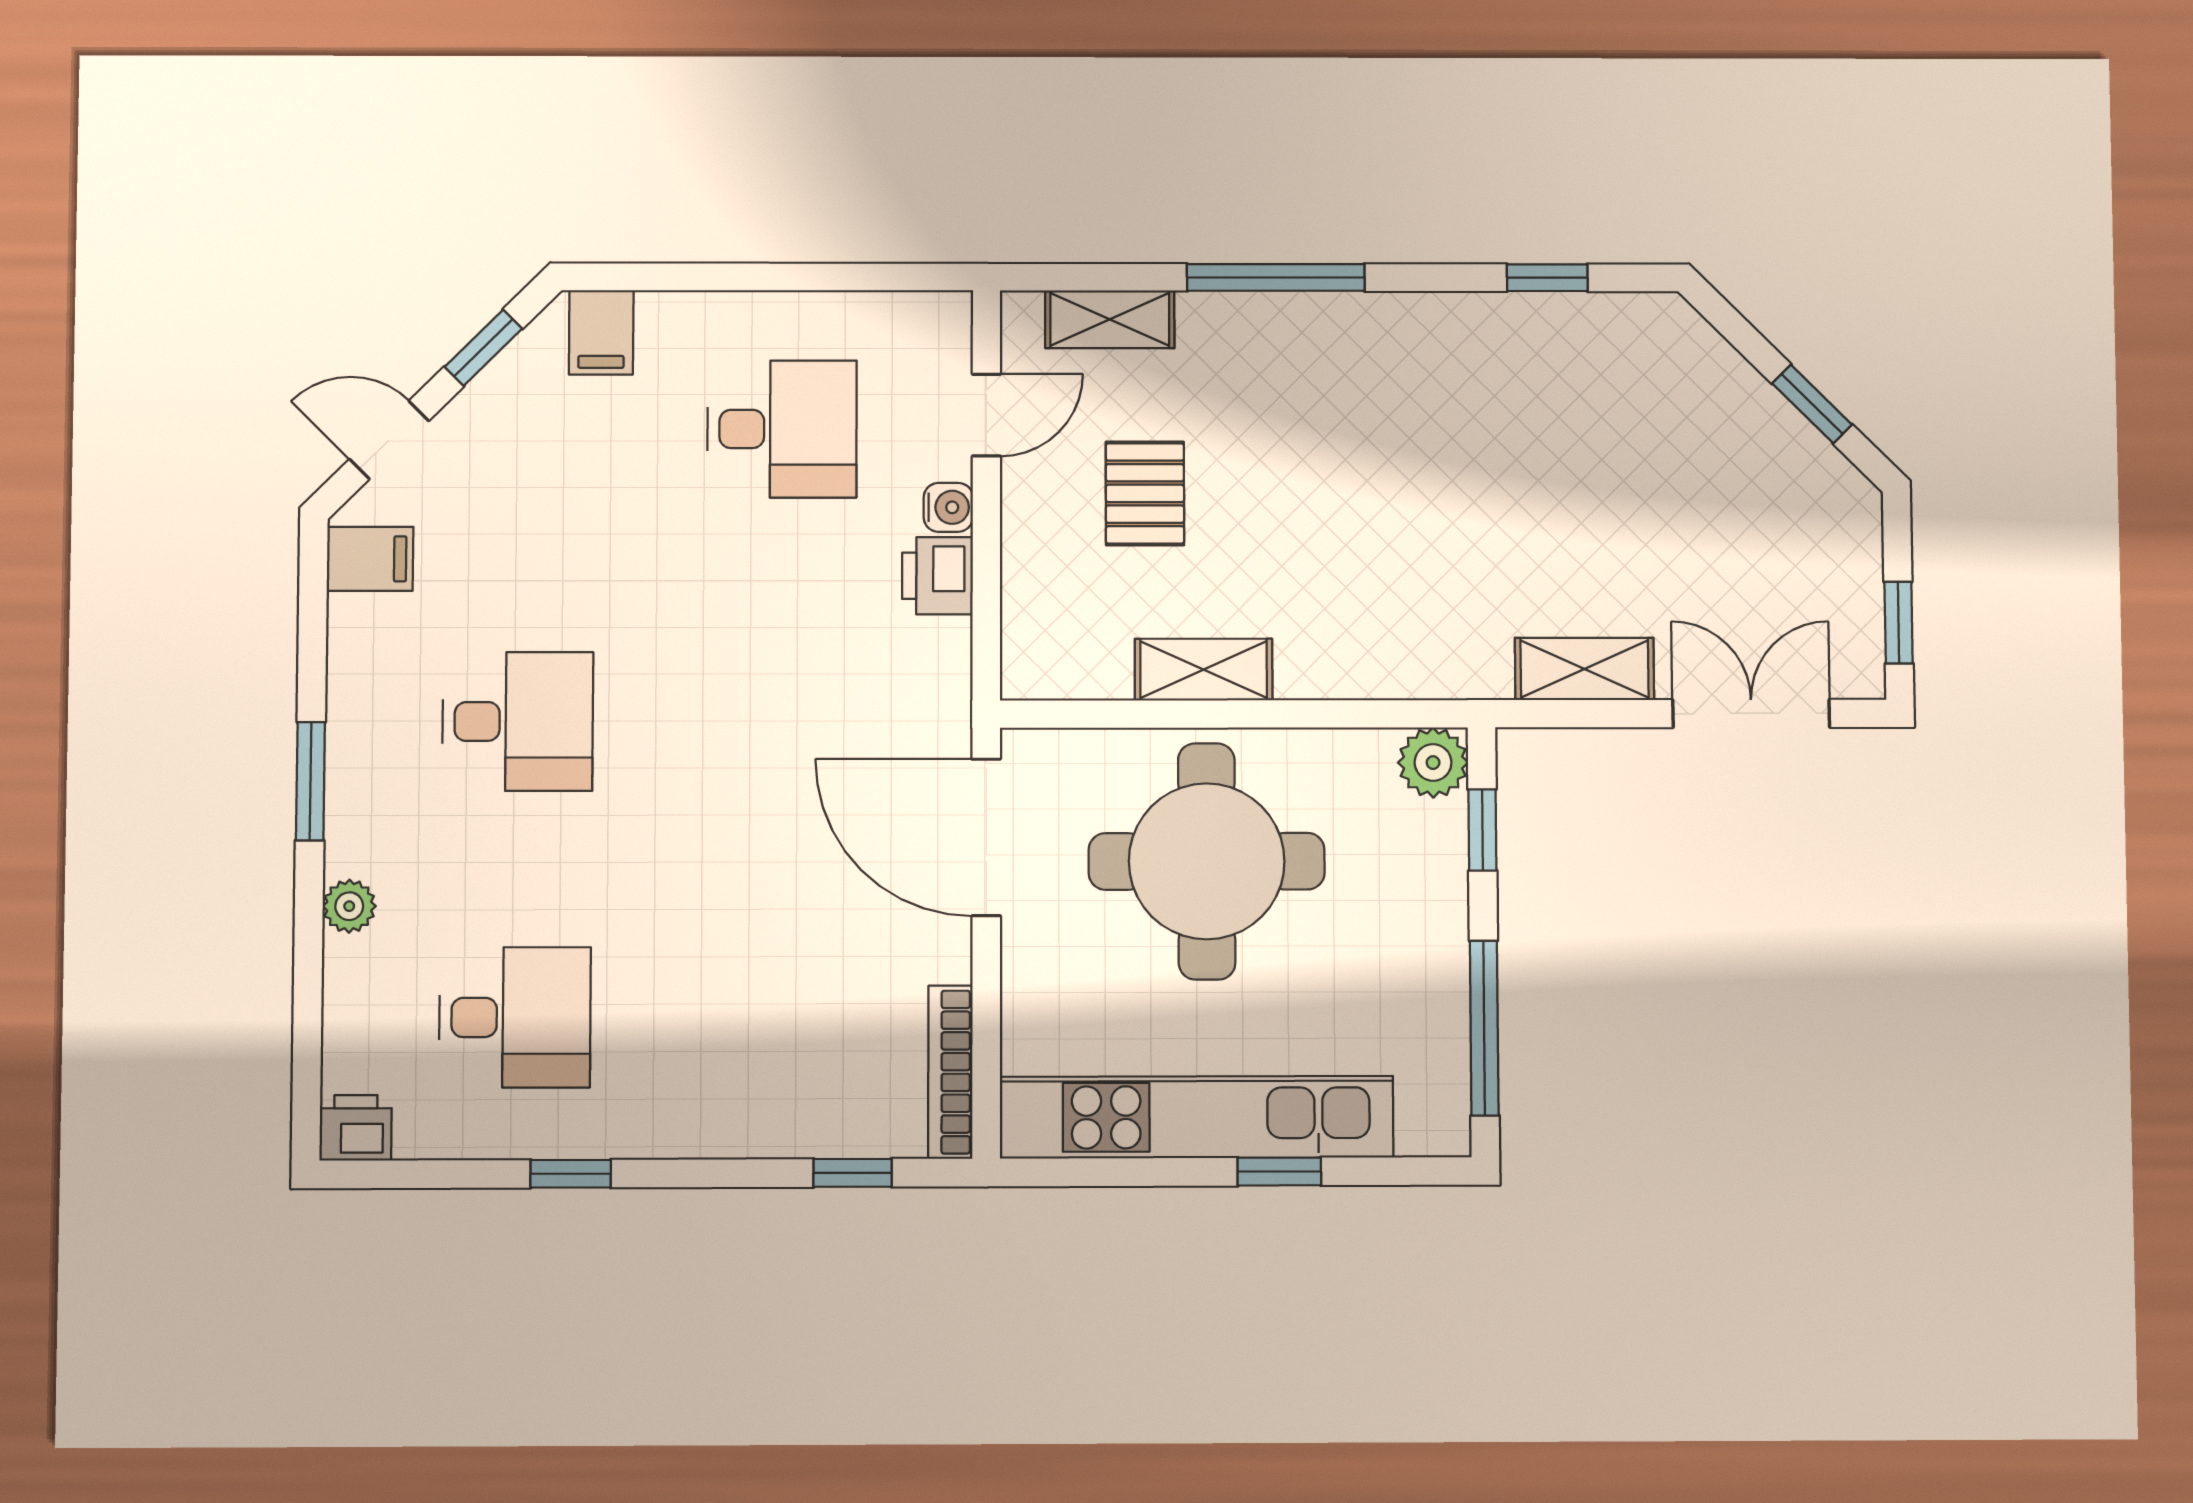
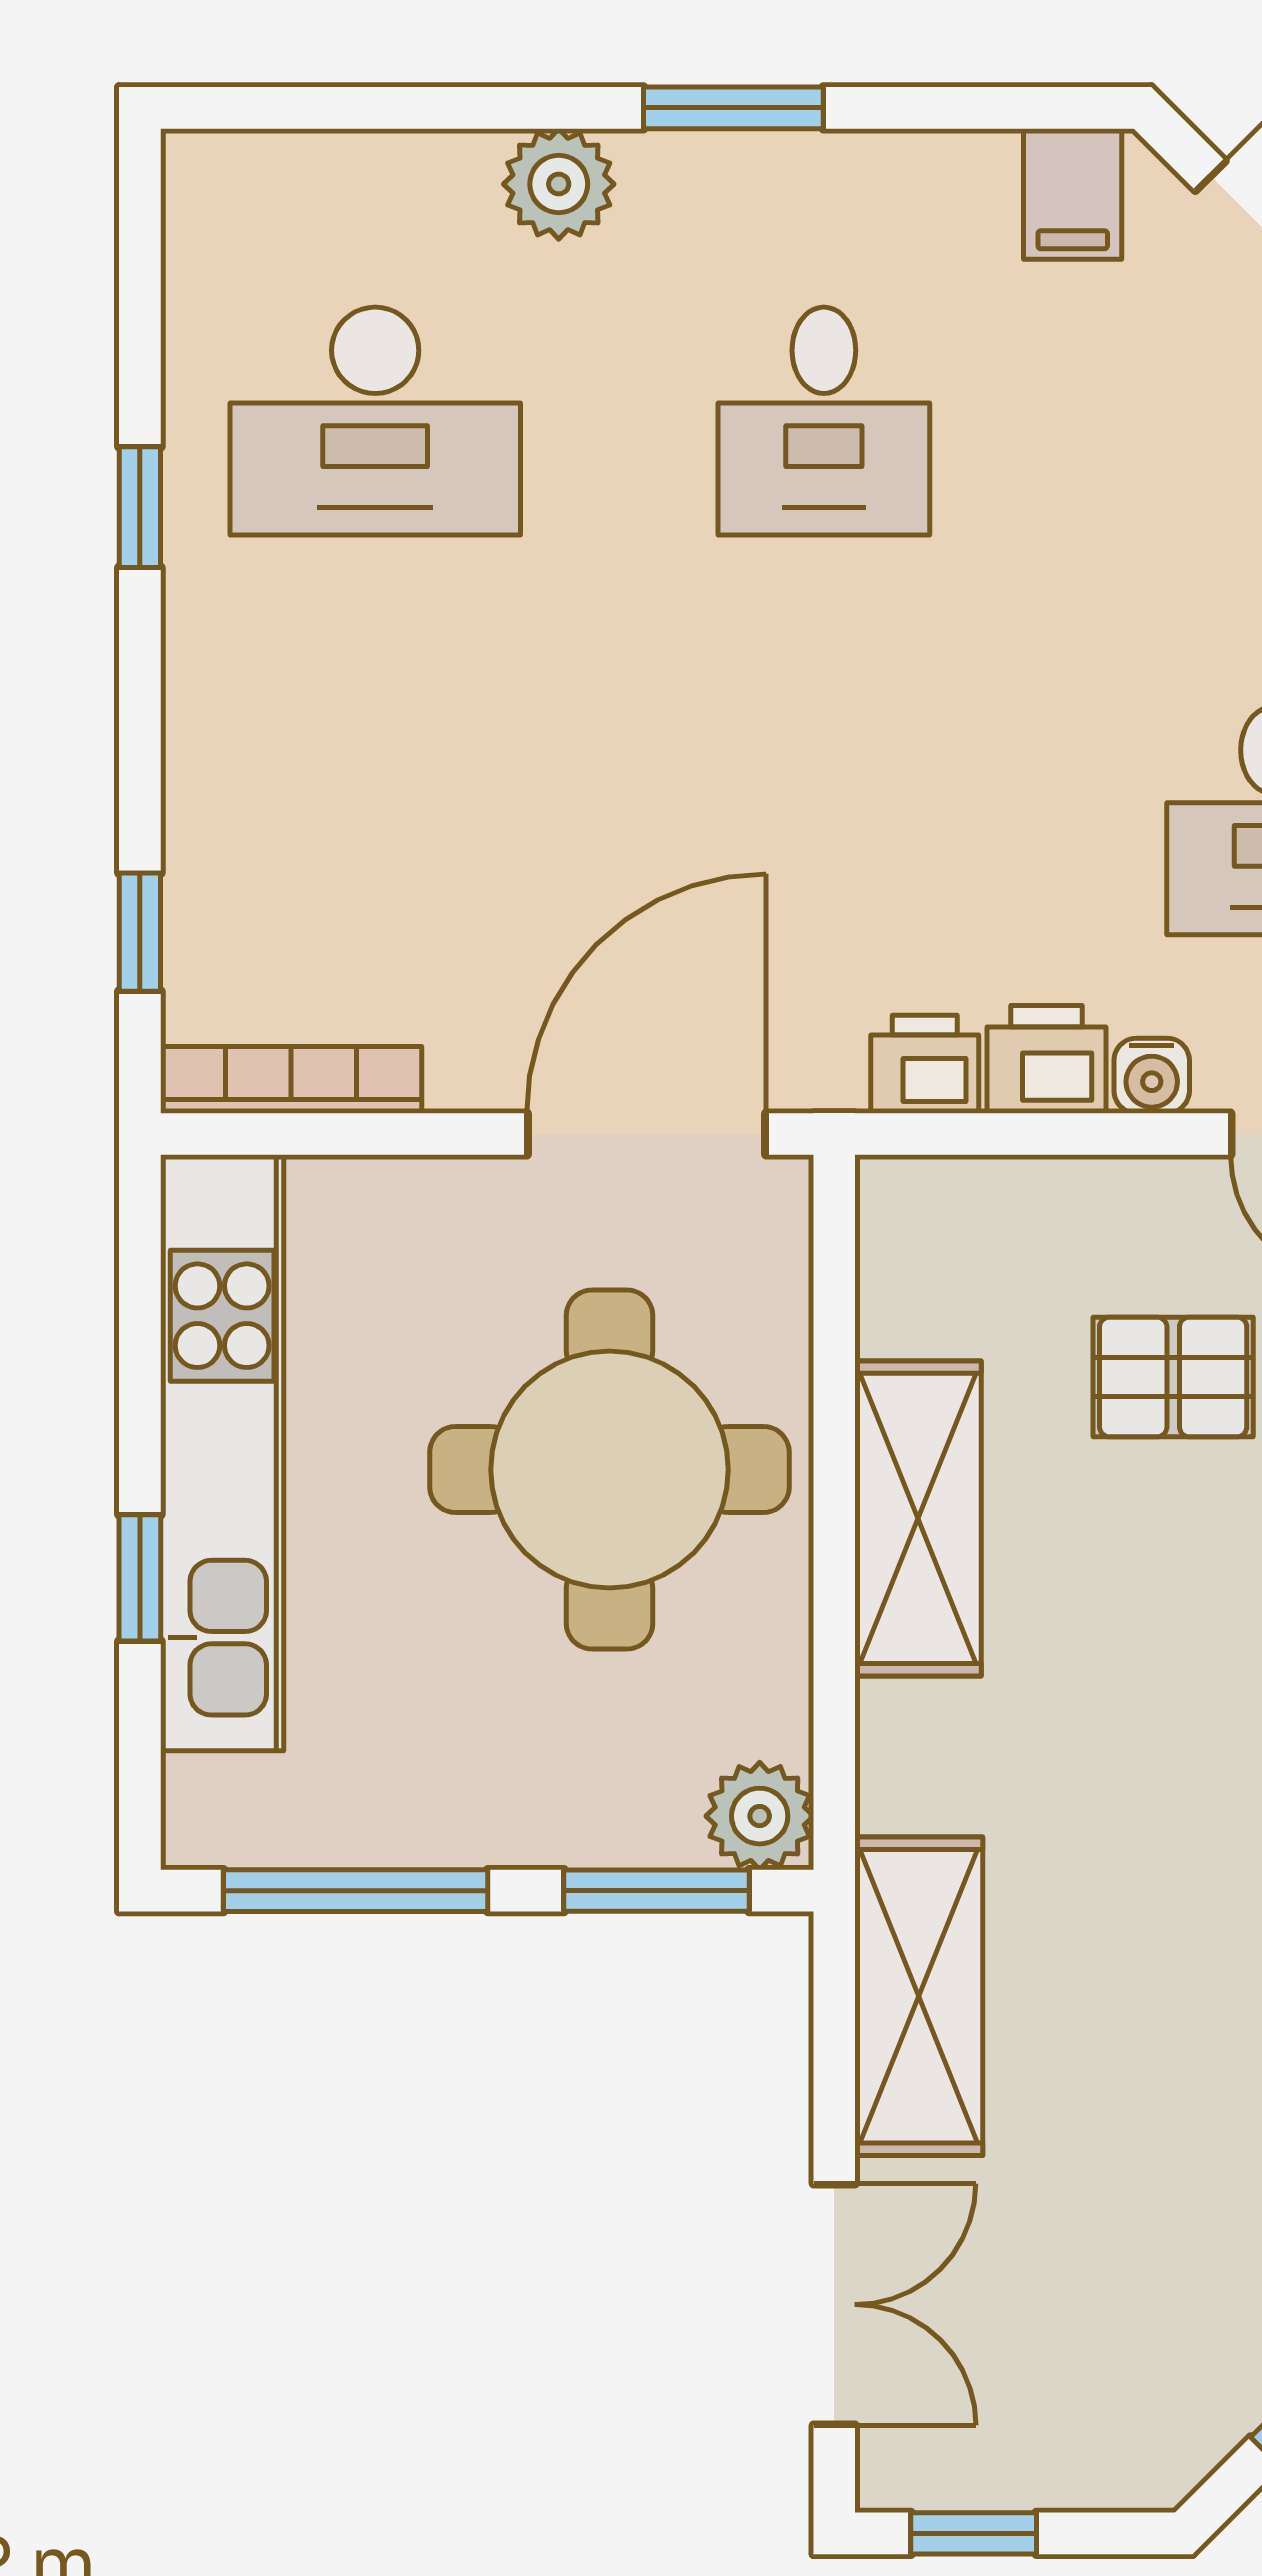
shelving: (1584, 669) -> (919, 1996), width x1.50, depth x1.33
shelving: (1204, 670) -> (918, 1518), width x1.50, depth x1.33
window: (1482, 830) -> (657, 1891), width x1.50
plant: (349, 906) -> (559, 184), width x1.38, depth x1.38
desk: (515, 1017) -> (375, 421), width x1.37
printer: (356, 1128) -> (925, 1064), moved, turned -90

